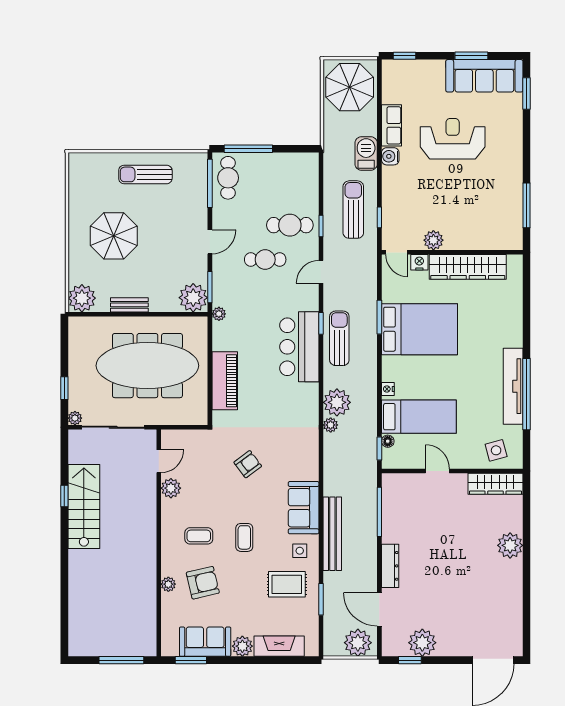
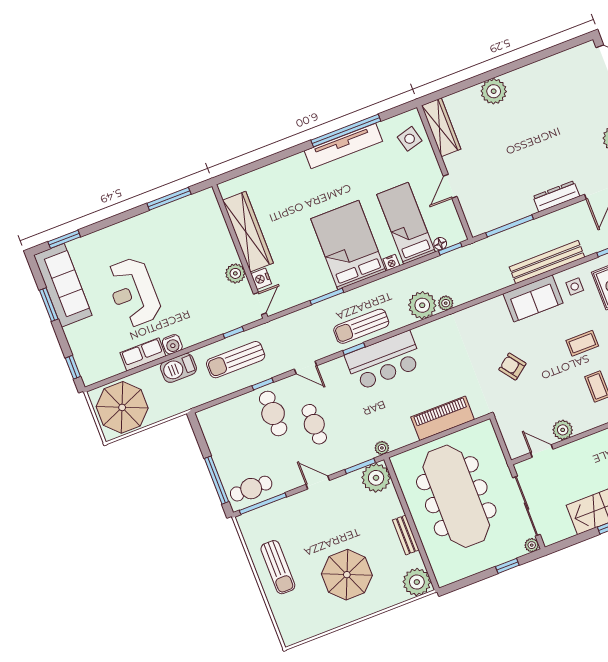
bed: (419, 329) -> (348, 245), moved

